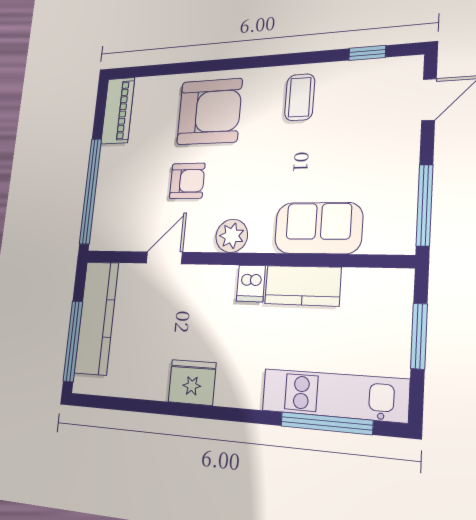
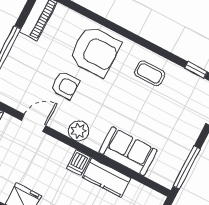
coffee table: (300, 97) -> (150, 73), turned 90

